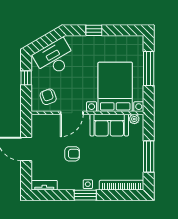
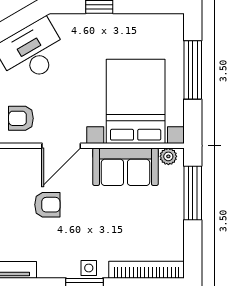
armchair: (48, 97) -> (21, 118), turned -70
armchair: (72, 154) -> (47, 205), moved
window: (149, 156) -> (193, 193), moved

